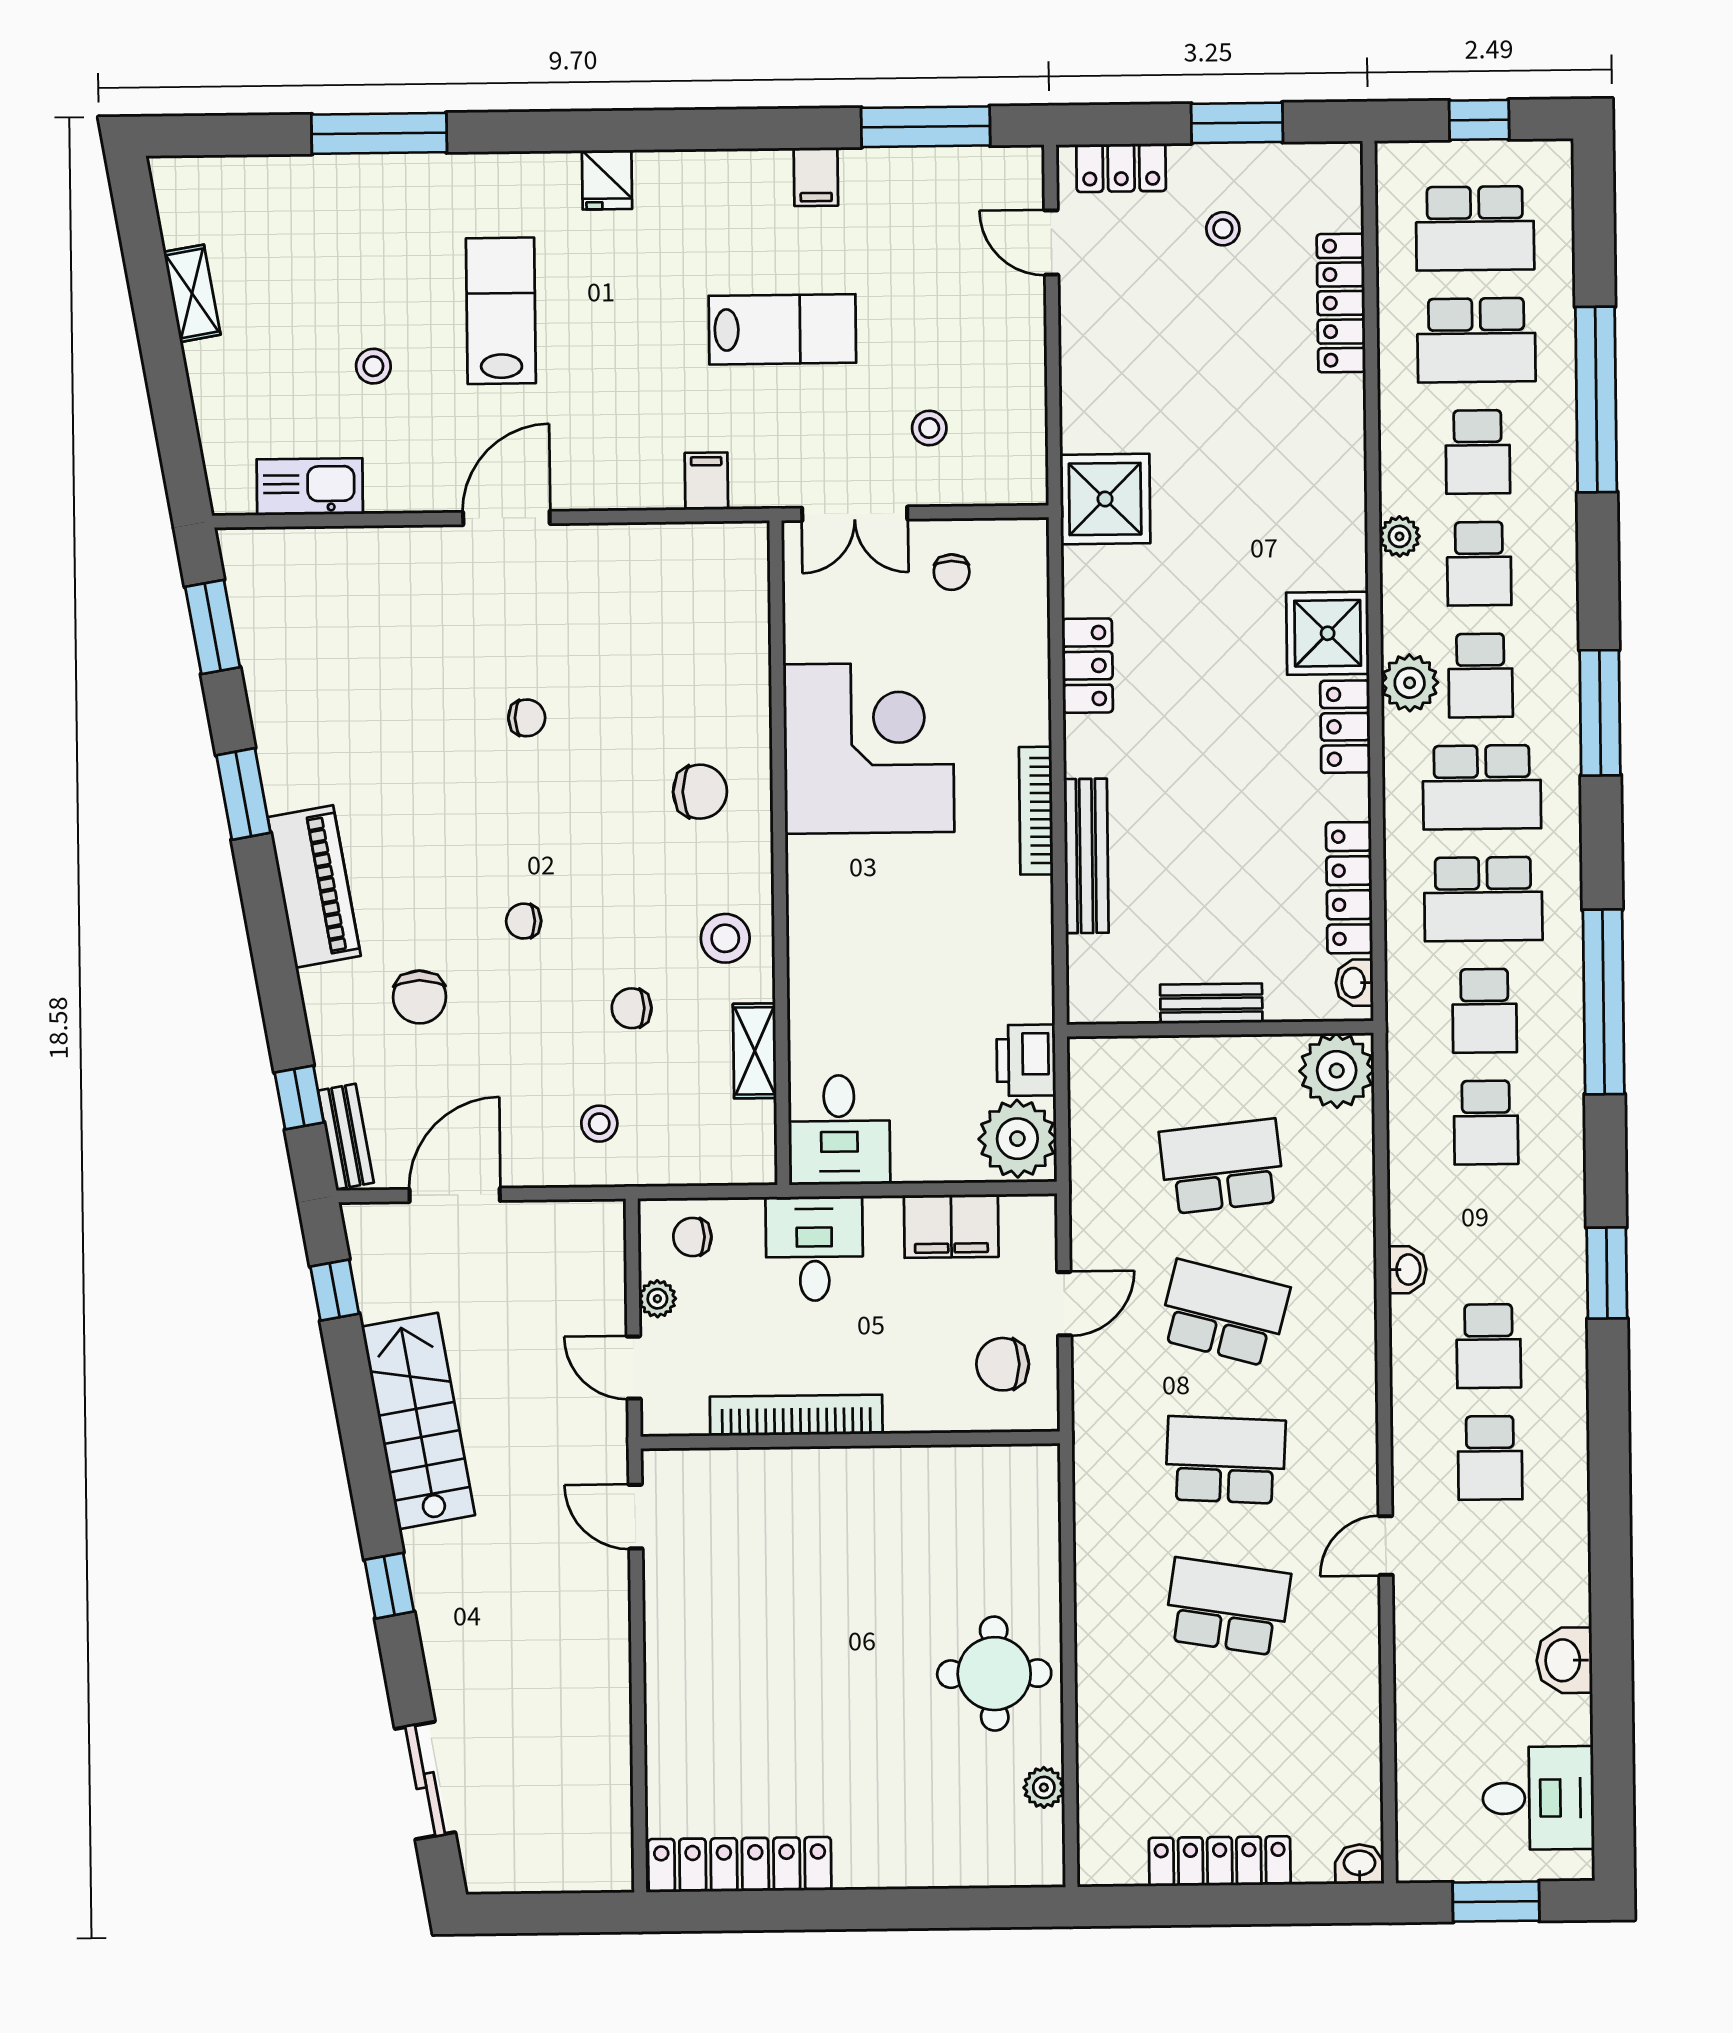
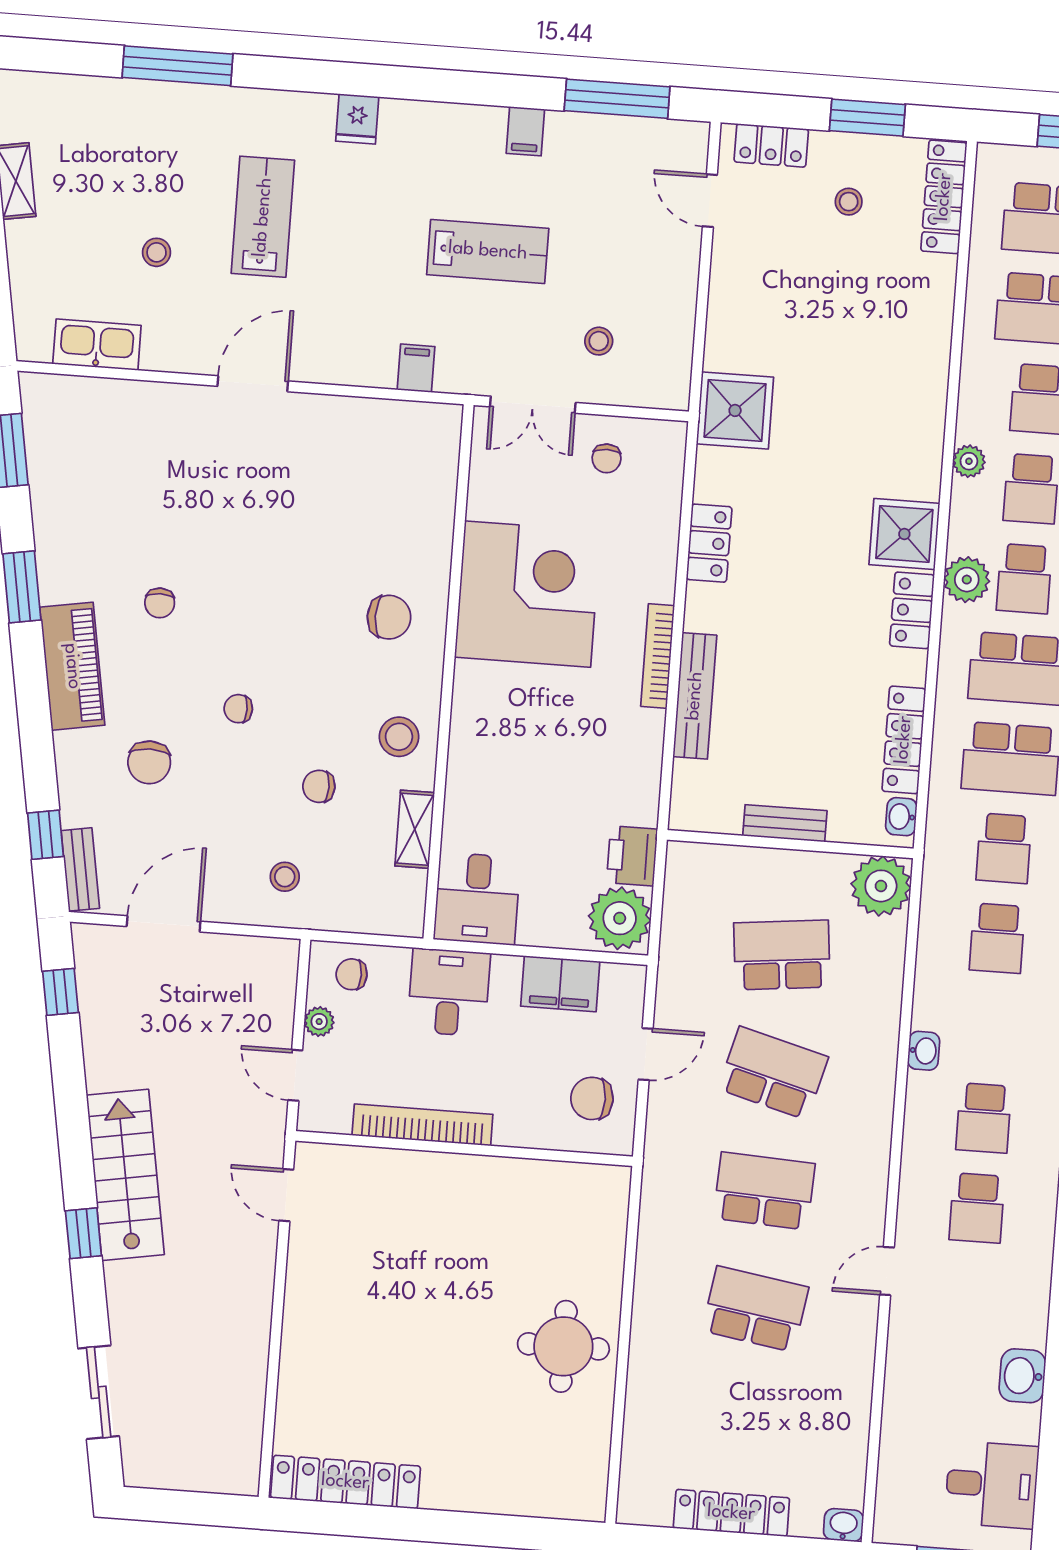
locker: (1341, 303) -> (944, 197), moved
chair: (527, 718) -> (160, 603), moved, turned 90
stairs: (418, 1421) -> (125, 1175), moved
plant: (1044, 1787) -> (595, 1441), removed

